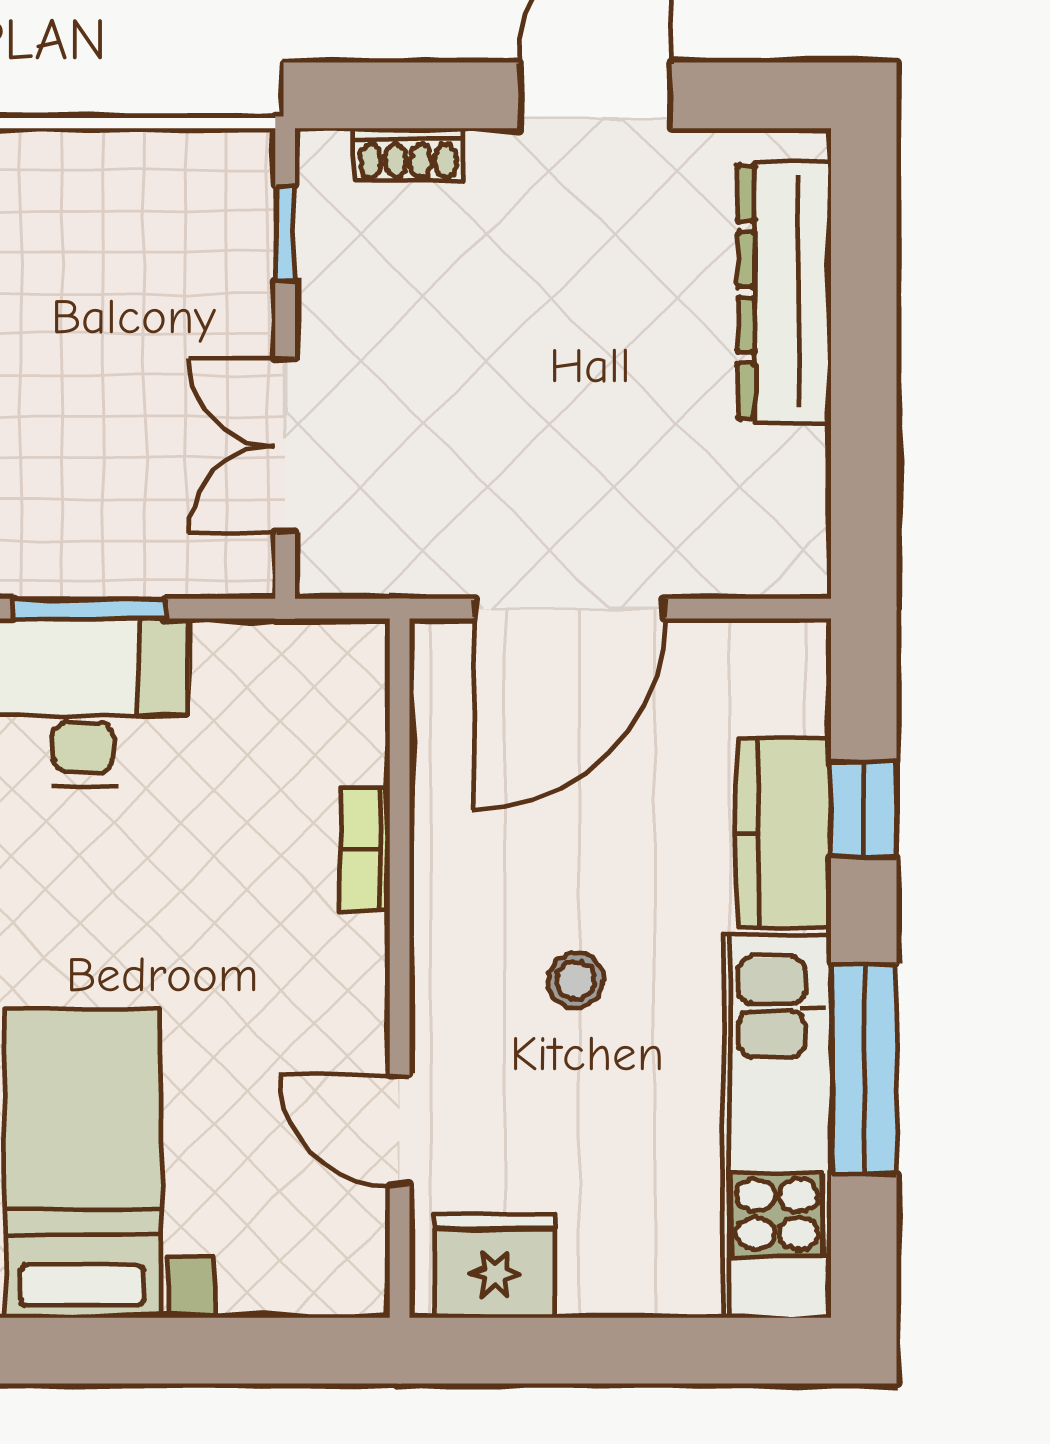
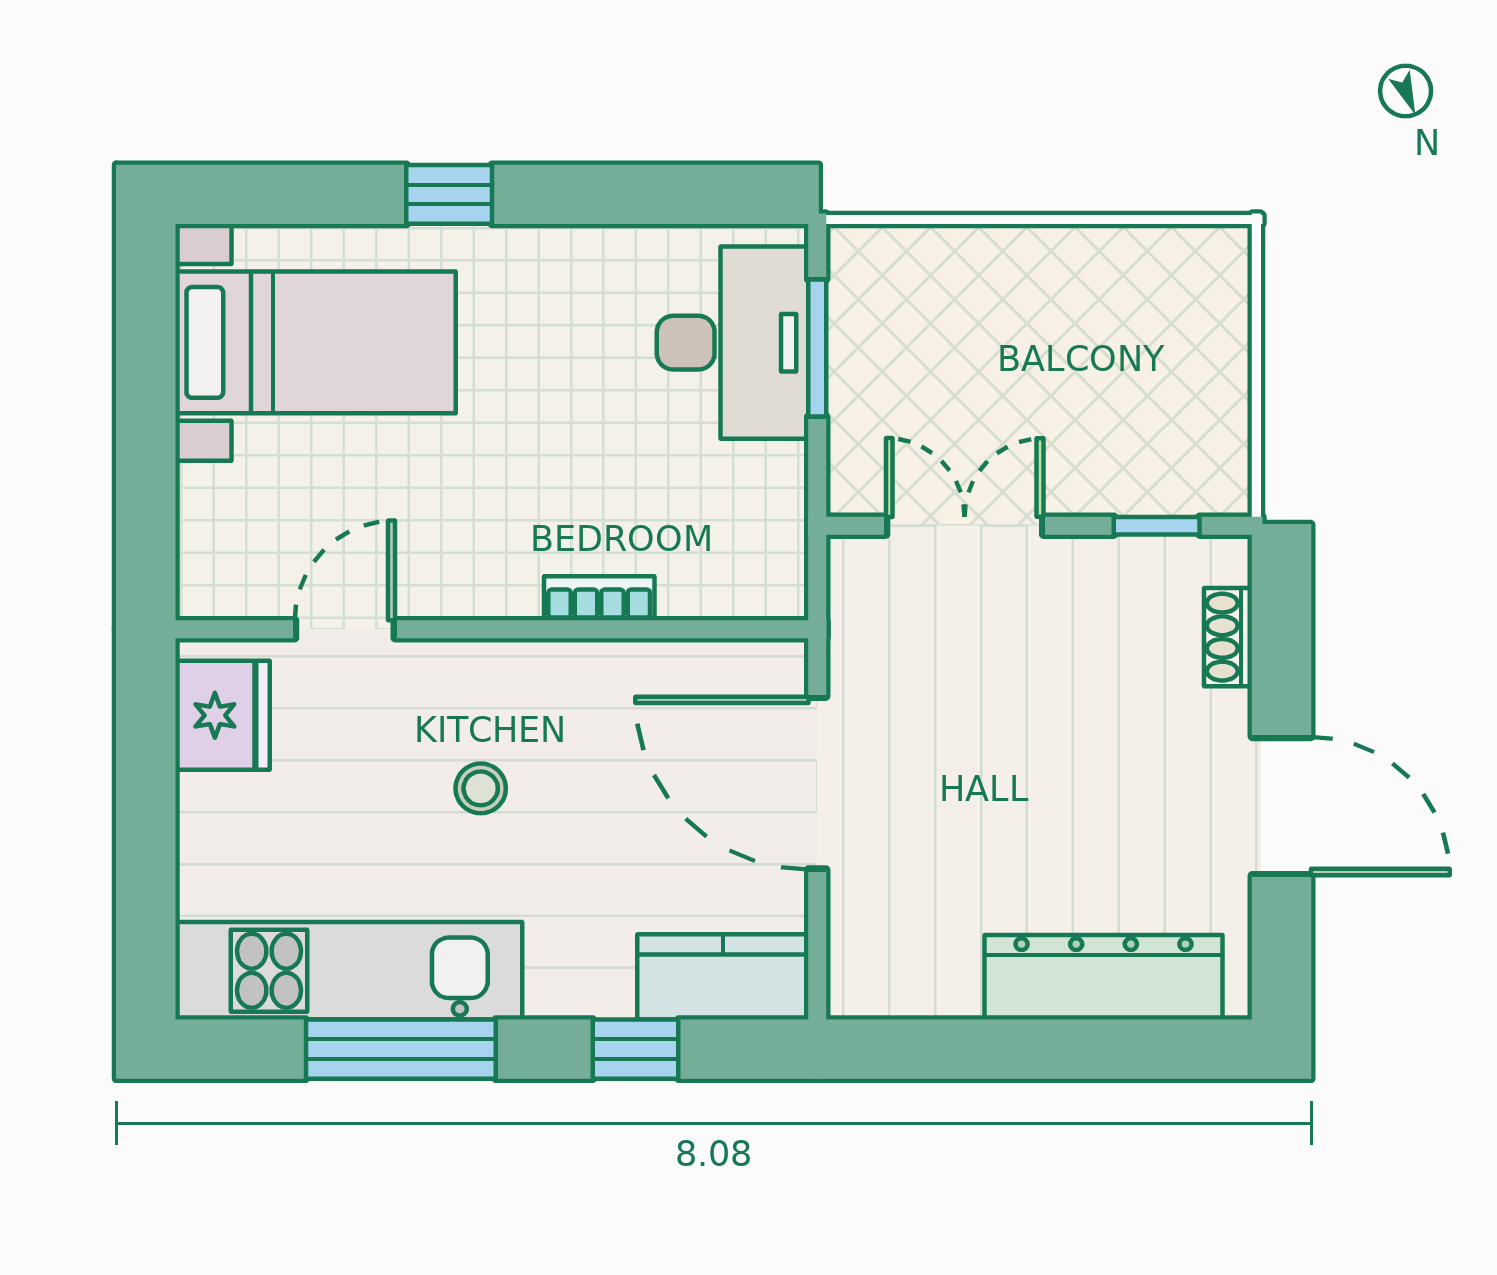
kitchen counter: (784, 834) -> (723, 977), moved

